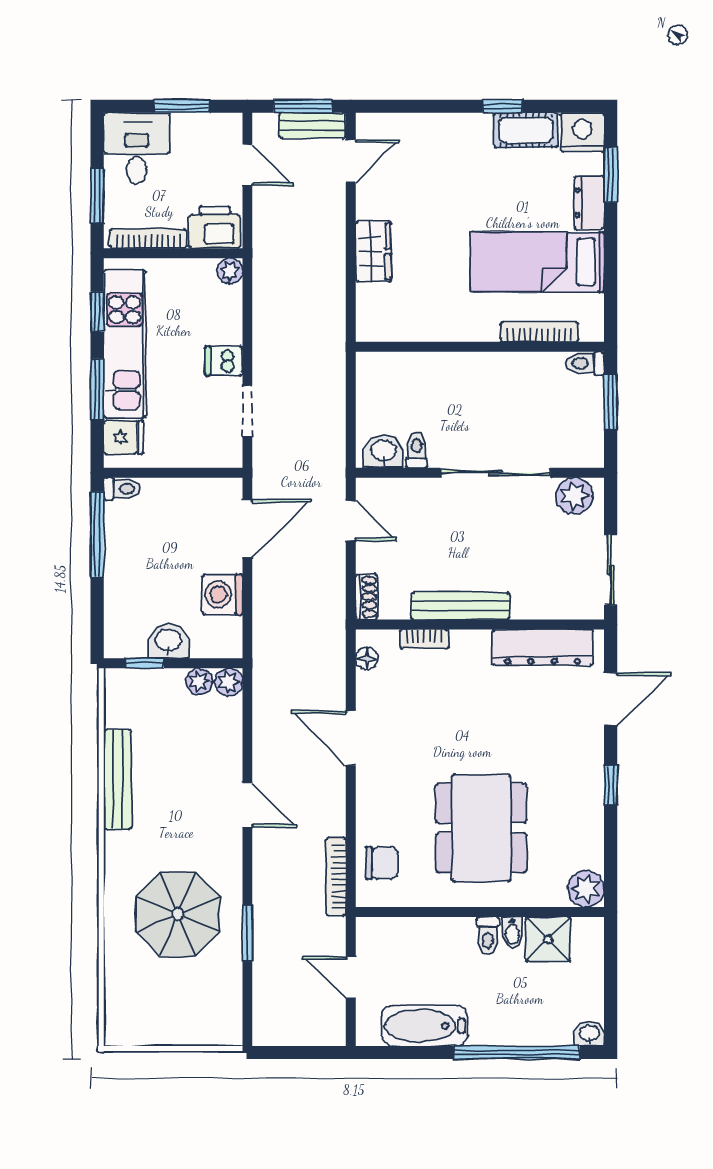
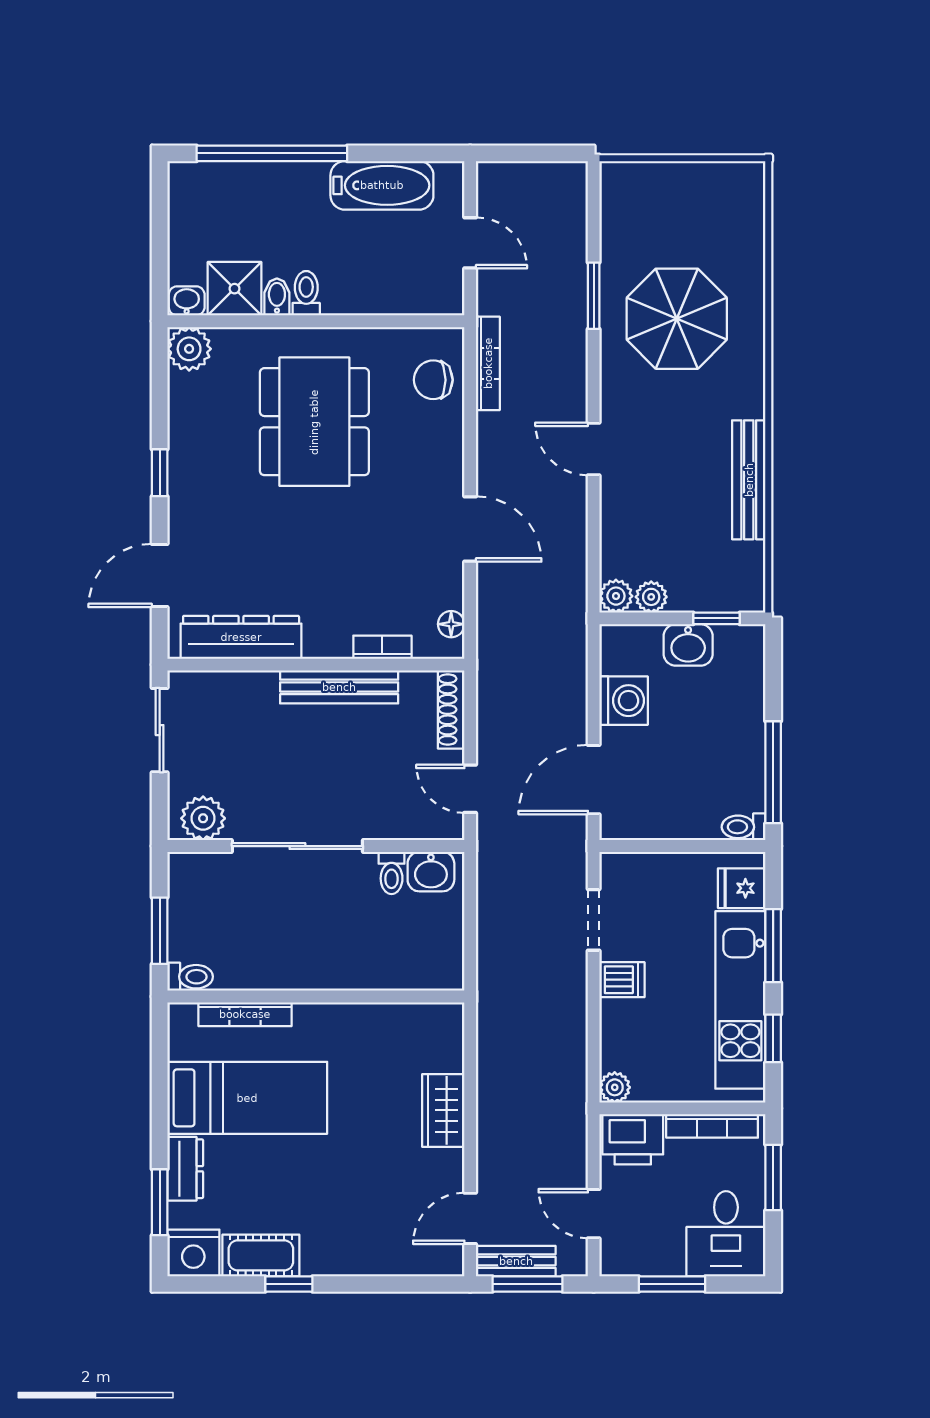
shoe rack: (367, 597) -> (451, 710), width x1.43
washbasin: (589, 1034) -> (187, 301), moved, turned 180

